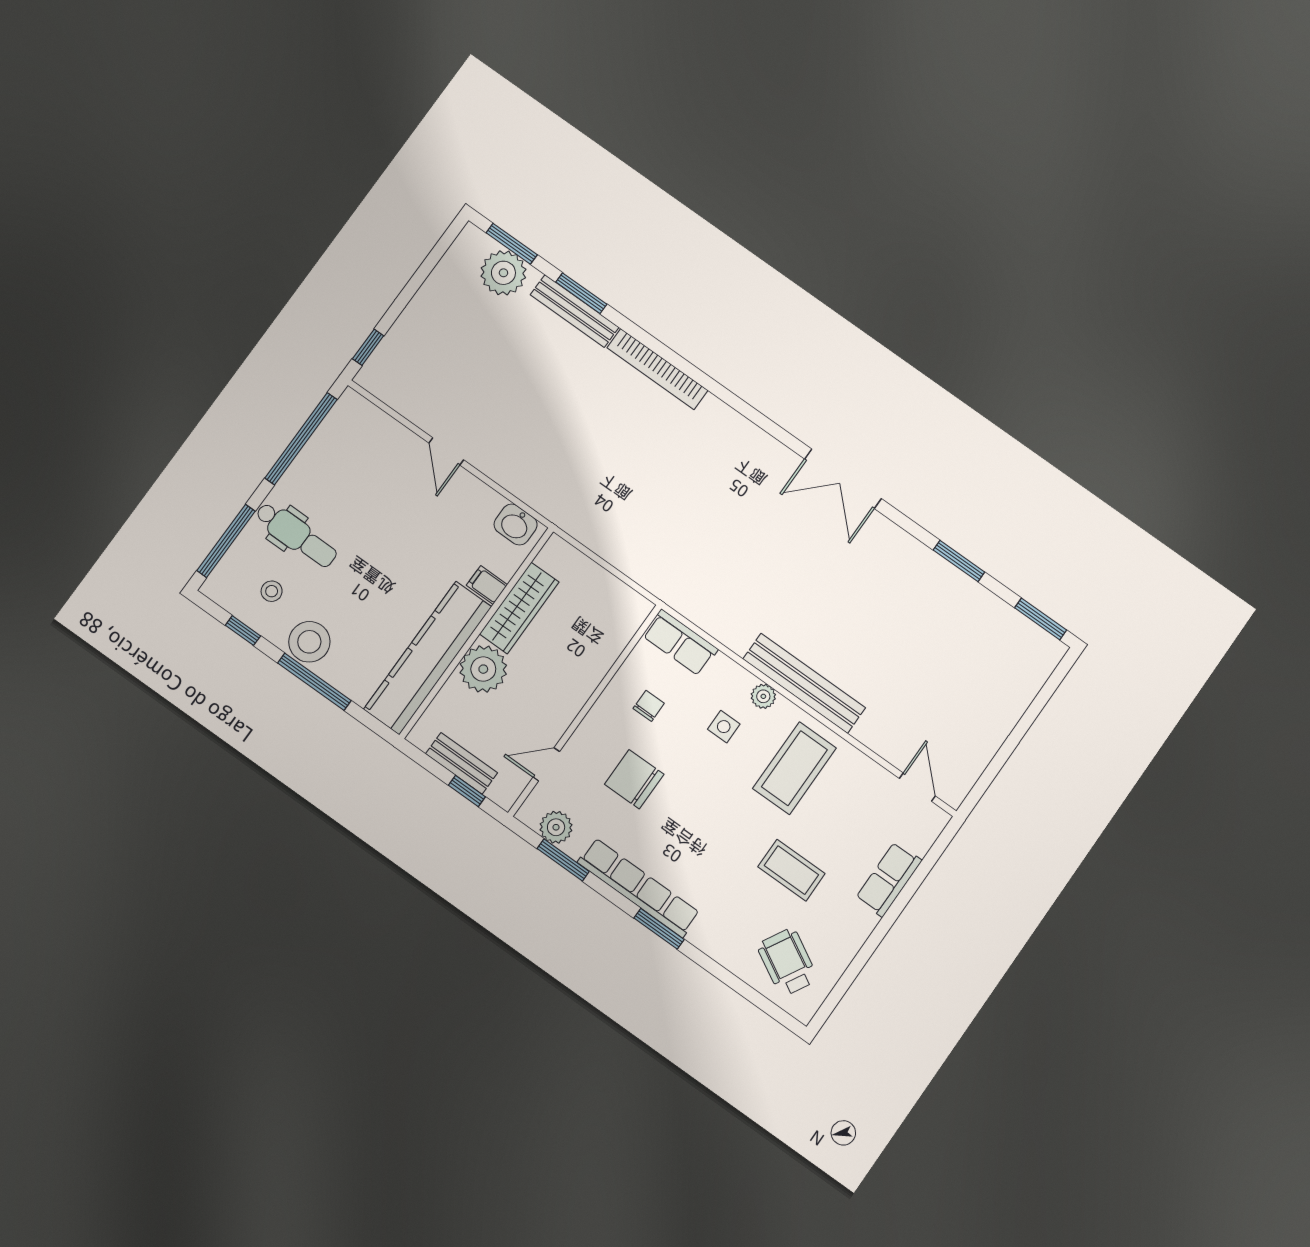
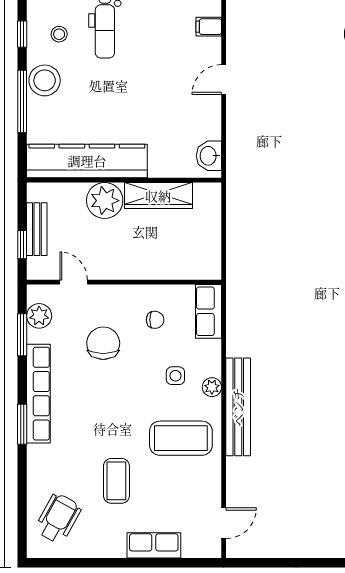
filing cabinet: (487, 585) -> (209, 27), moved, turned -90

